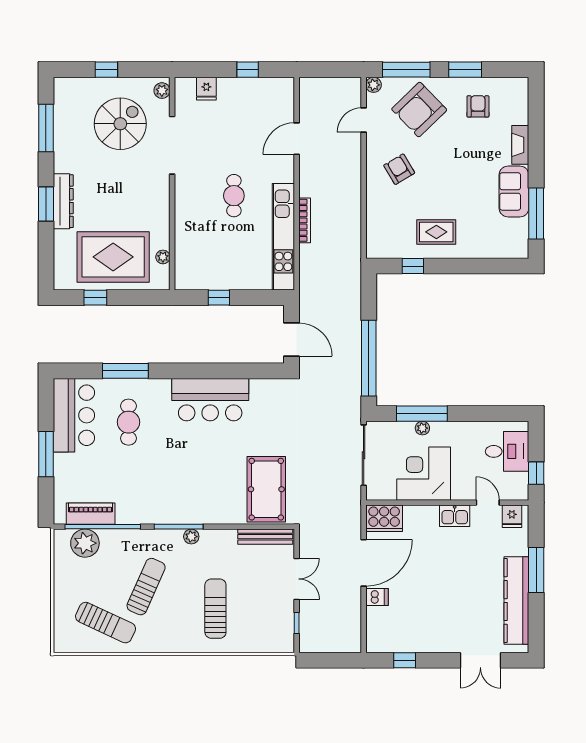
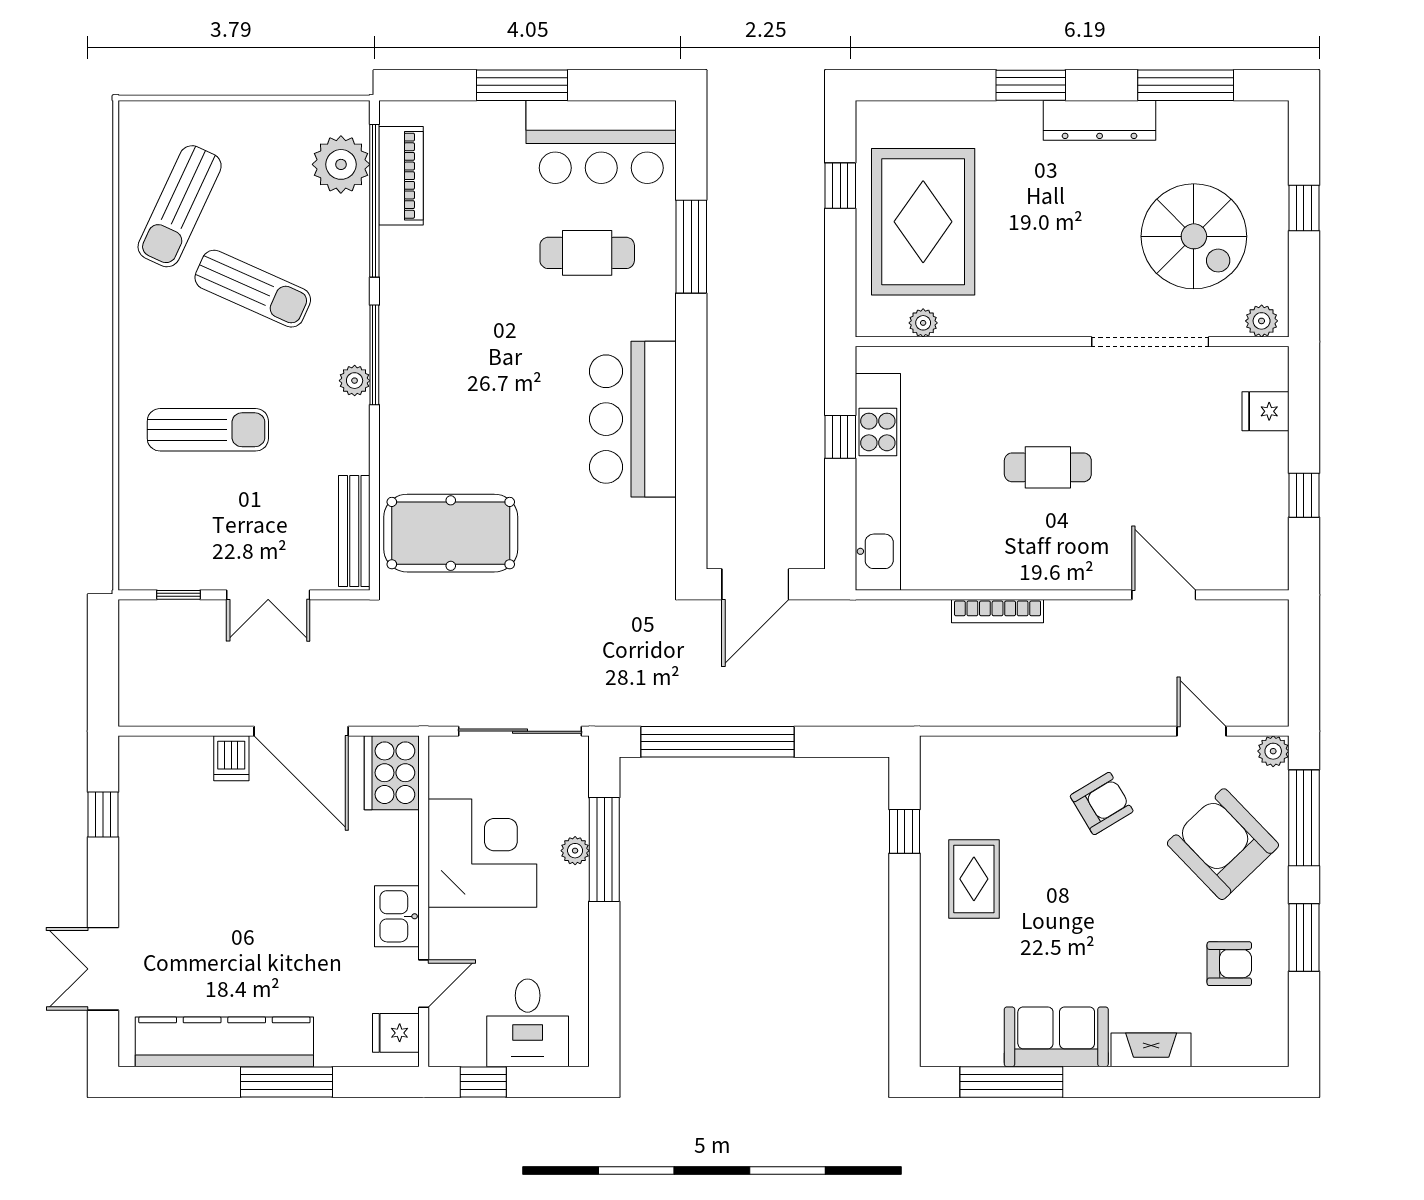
dresser: (63, 201) -> (1100, 120), moved
kitchen unit: (283, 237) -> (878, 482), moved, turned 90

